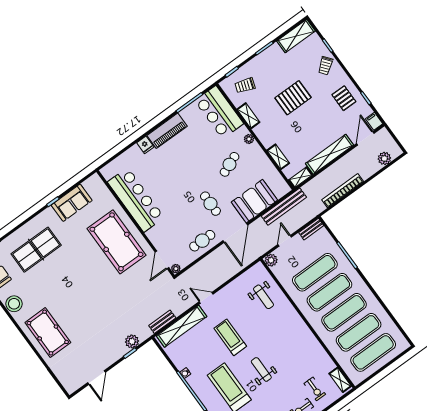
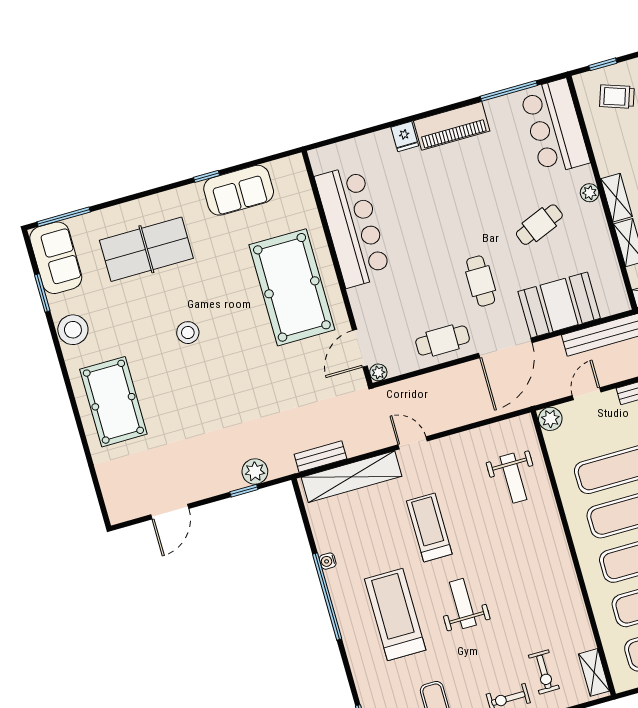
shelving: (248, 116) -> (616, 198), moved
stool: (72, 284) -> (188, 333), added

